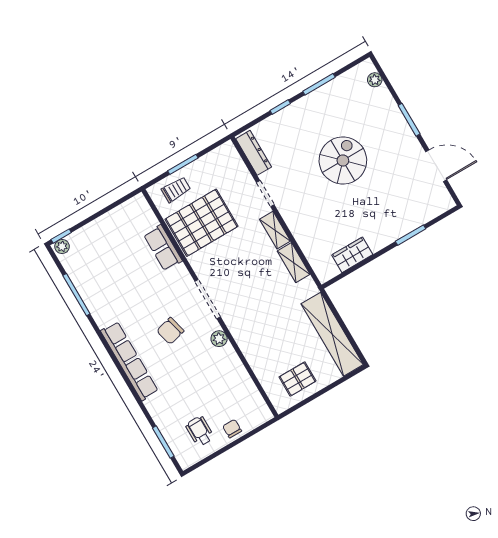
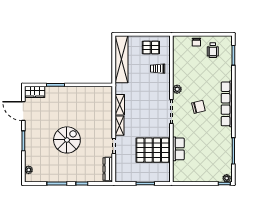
spiral stairs: (343, 160) -> (67, 140), turned 180
trolley: (176, 190) -> (158, 69), moved
wardrobe: (352, 255) -> (35, 92), moved

